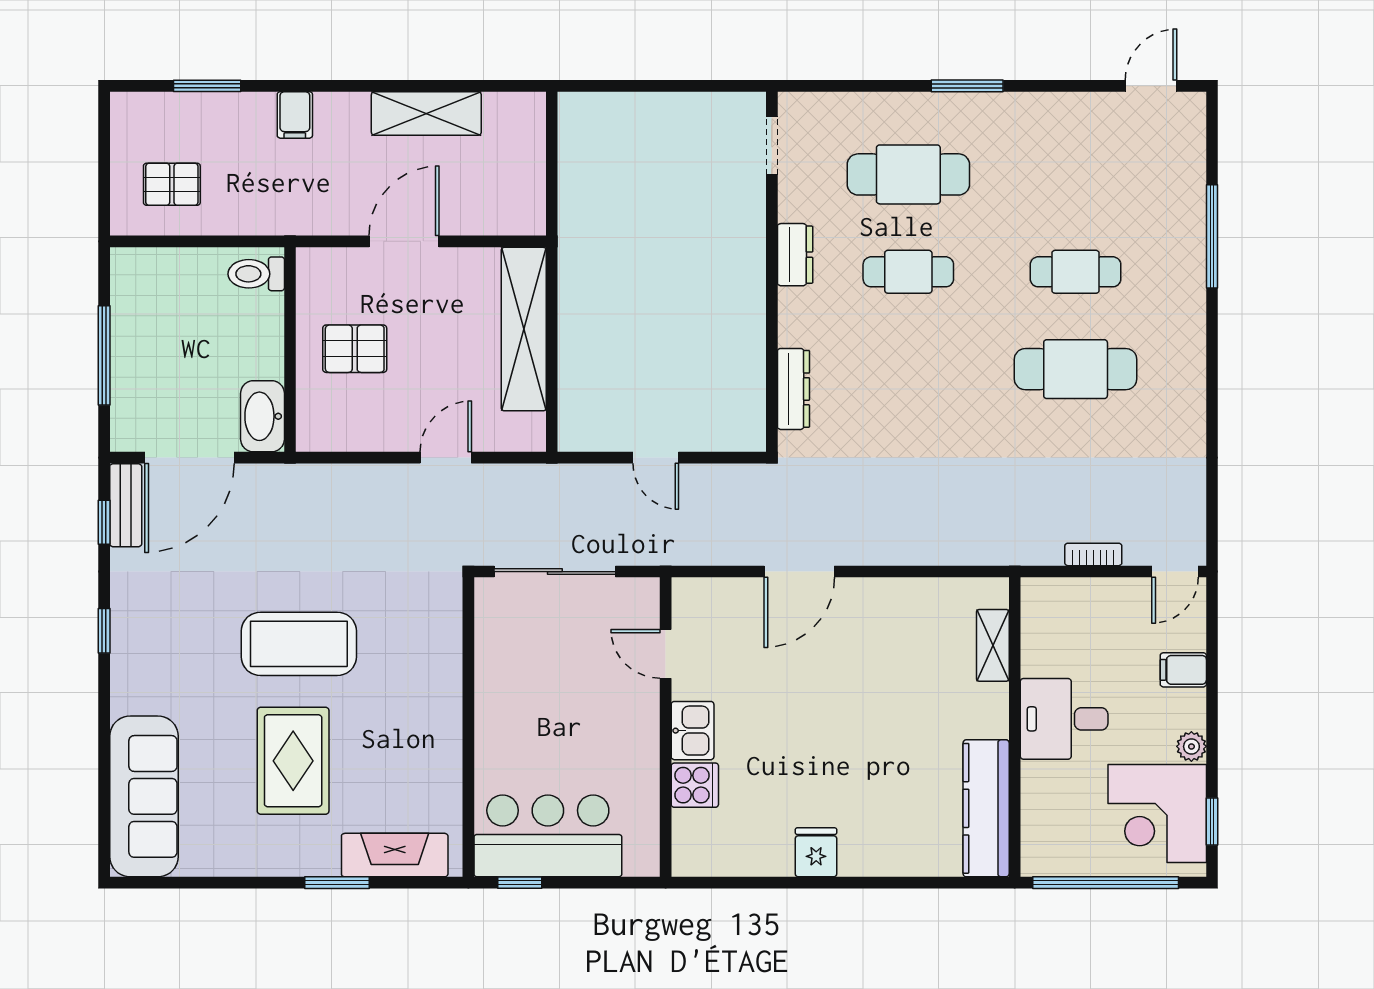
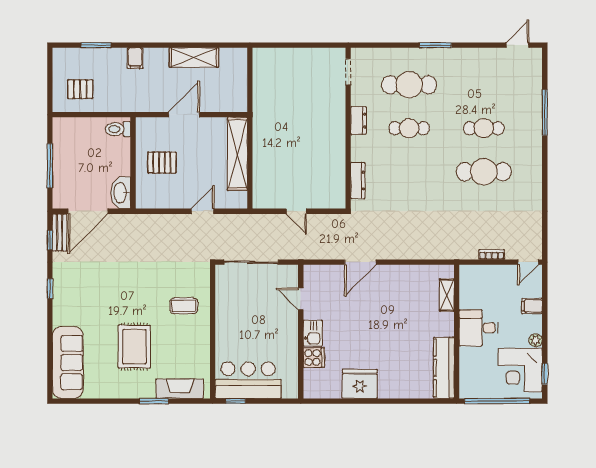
coffee table: (299, 644) -> (184, 306), moved, width x0.54, depth x0.58
fridge: (816, 852) -> (360, 384), width x1.88, depth x1.34

